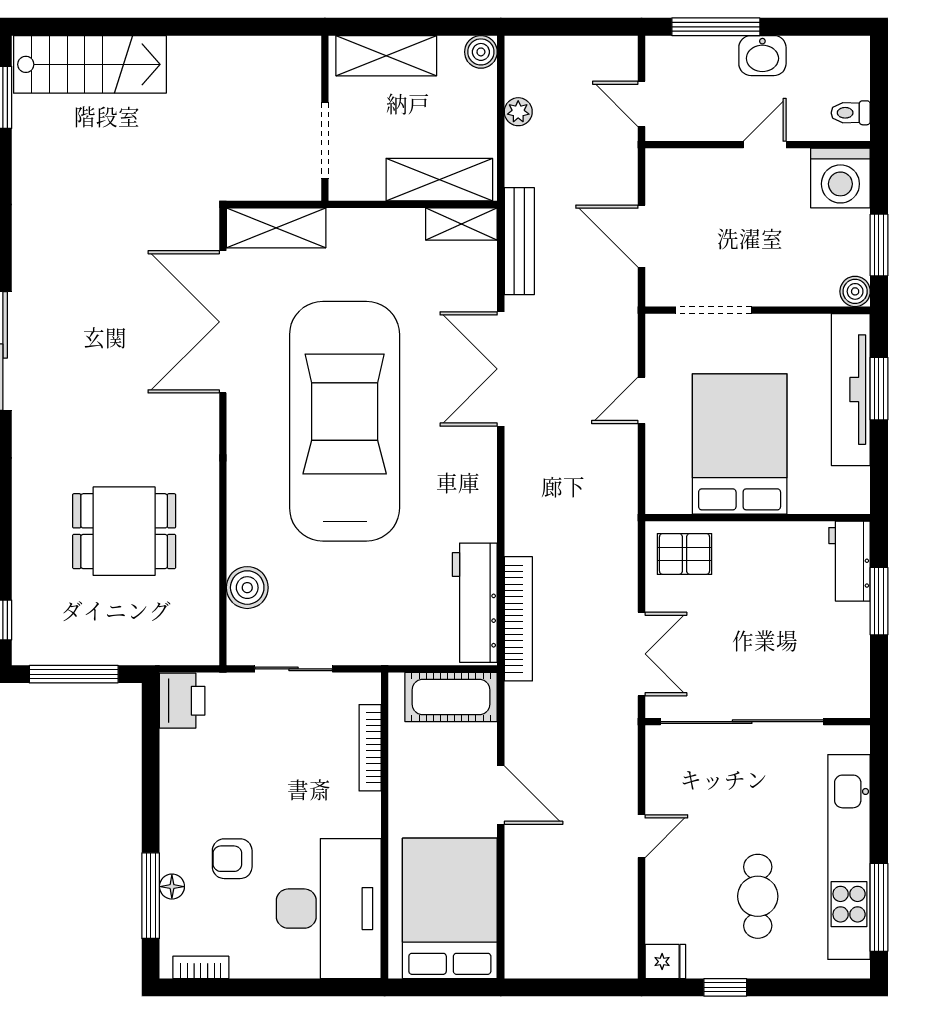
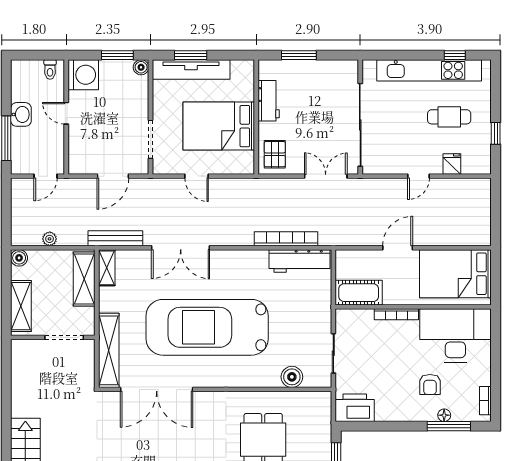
shelving: (276, 228) -> (109, 350), width x1.47
workbench: (850, 561) -> (269, 101), moved, turned -90
bookcase: (518, 619) -> (286, 239), moved
cot: (451, 697) -> (359, 293), moved, turned 90
printer: (182, 701) -> (355, 408), width x1.37, depth x1.19
bookcase: (370, 748) -> (396, 314), moved
door: (641, 836) -> (419, 176), swing flipped
window: (879, 907) -> (455, 55), width x0.46
fridge: (665, 962) -> (452, 164), moved

